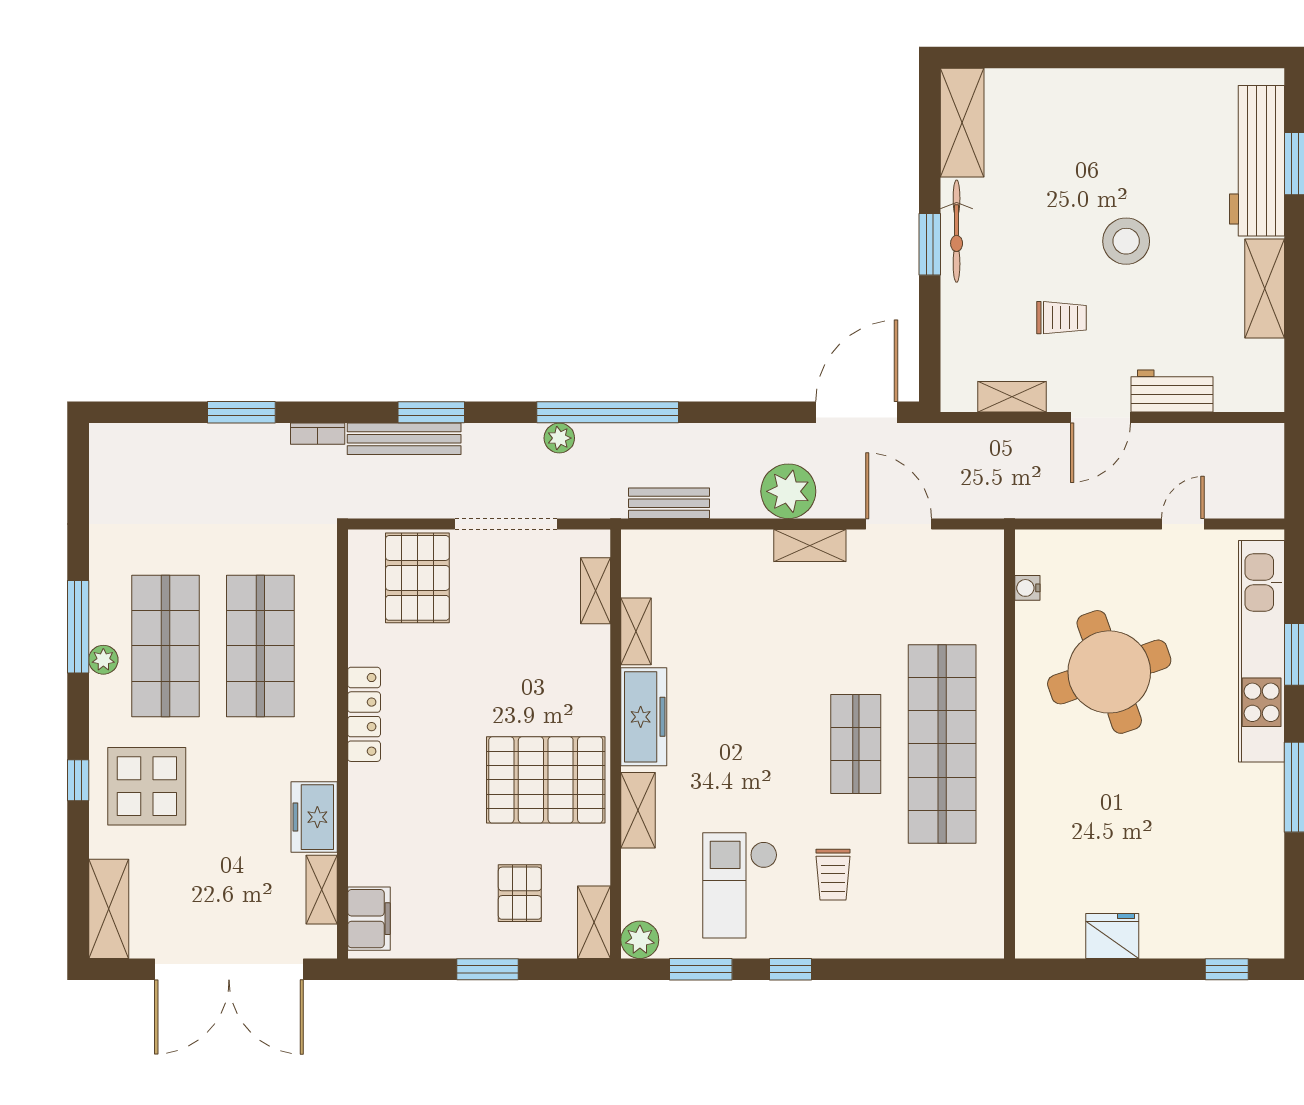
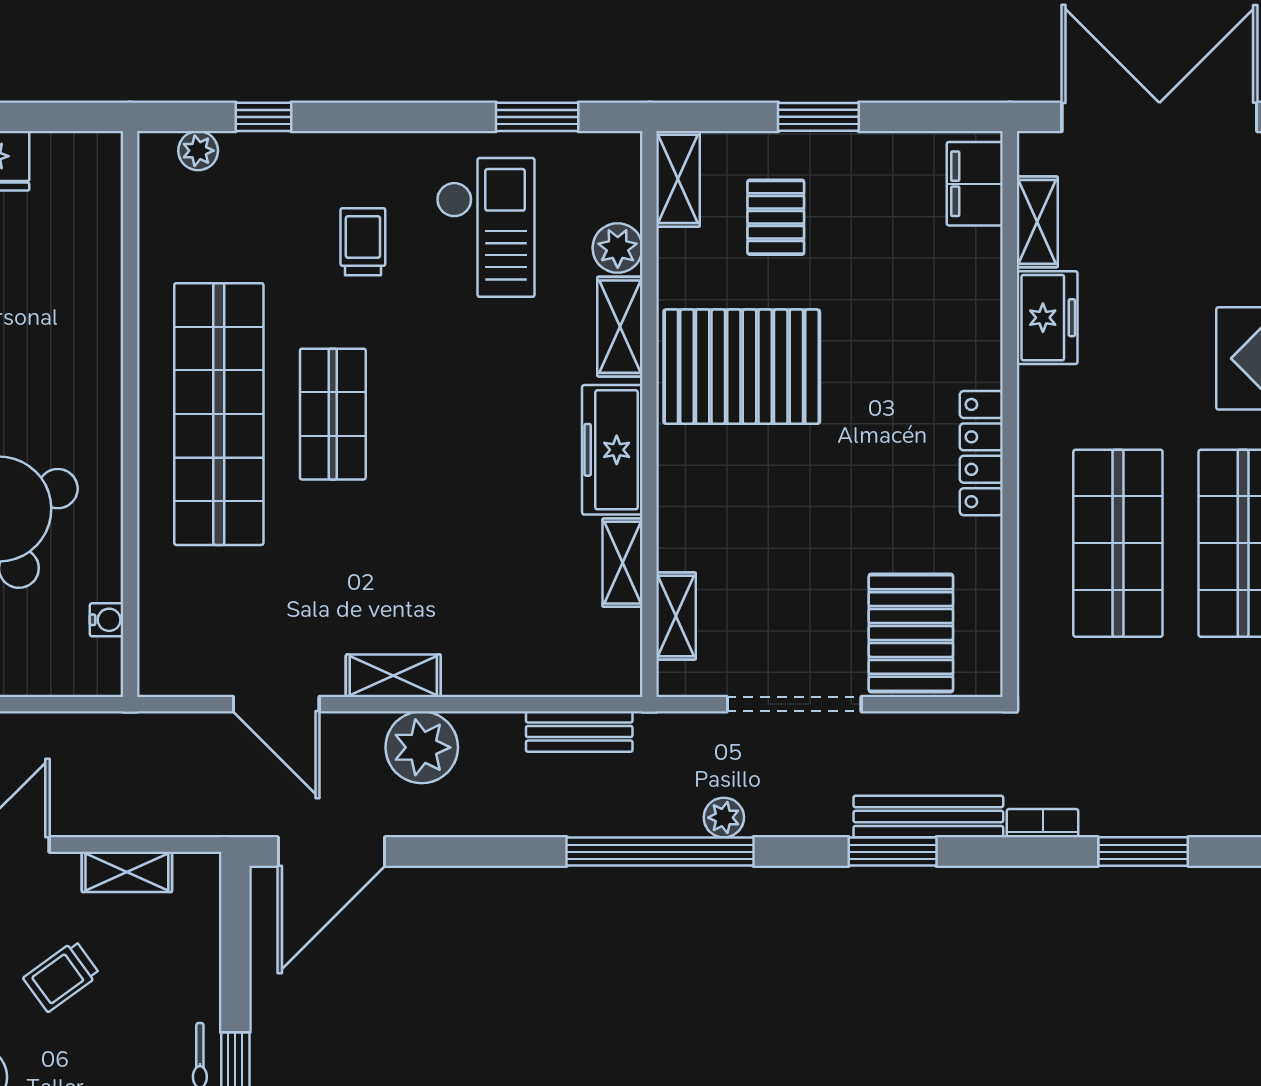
trolley: (1061, 318) -> (61, 976), turned -36
plant: (640, 940) -> (618, 248), moved
plant: (958, 944) -> (198, 151), added
window: (790, 969) -> (263, 117), moved

